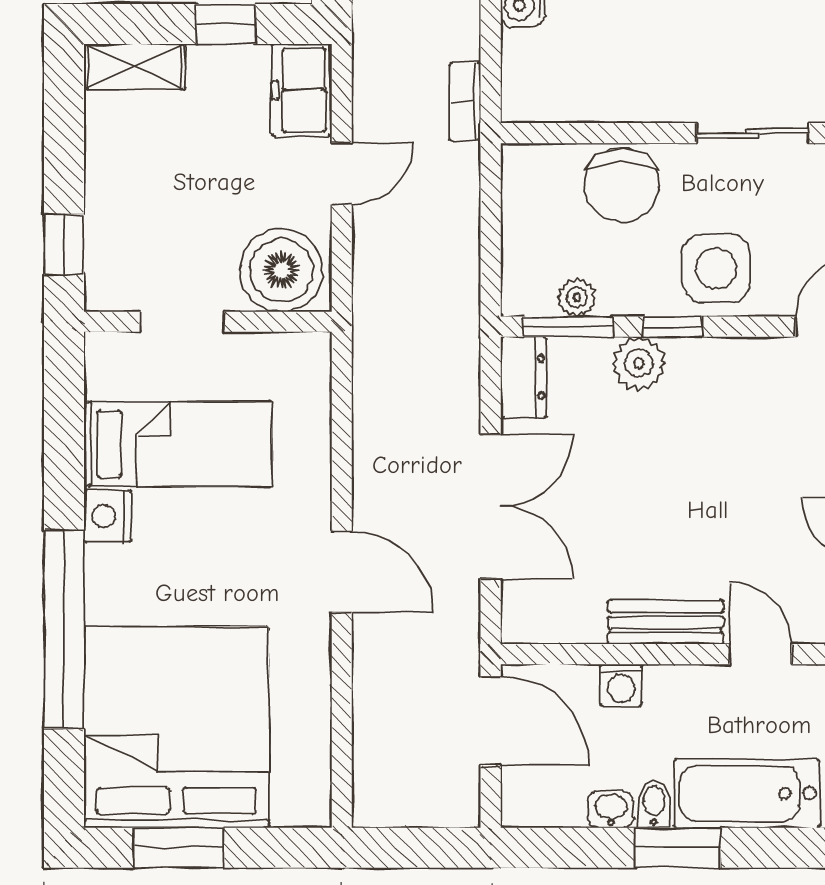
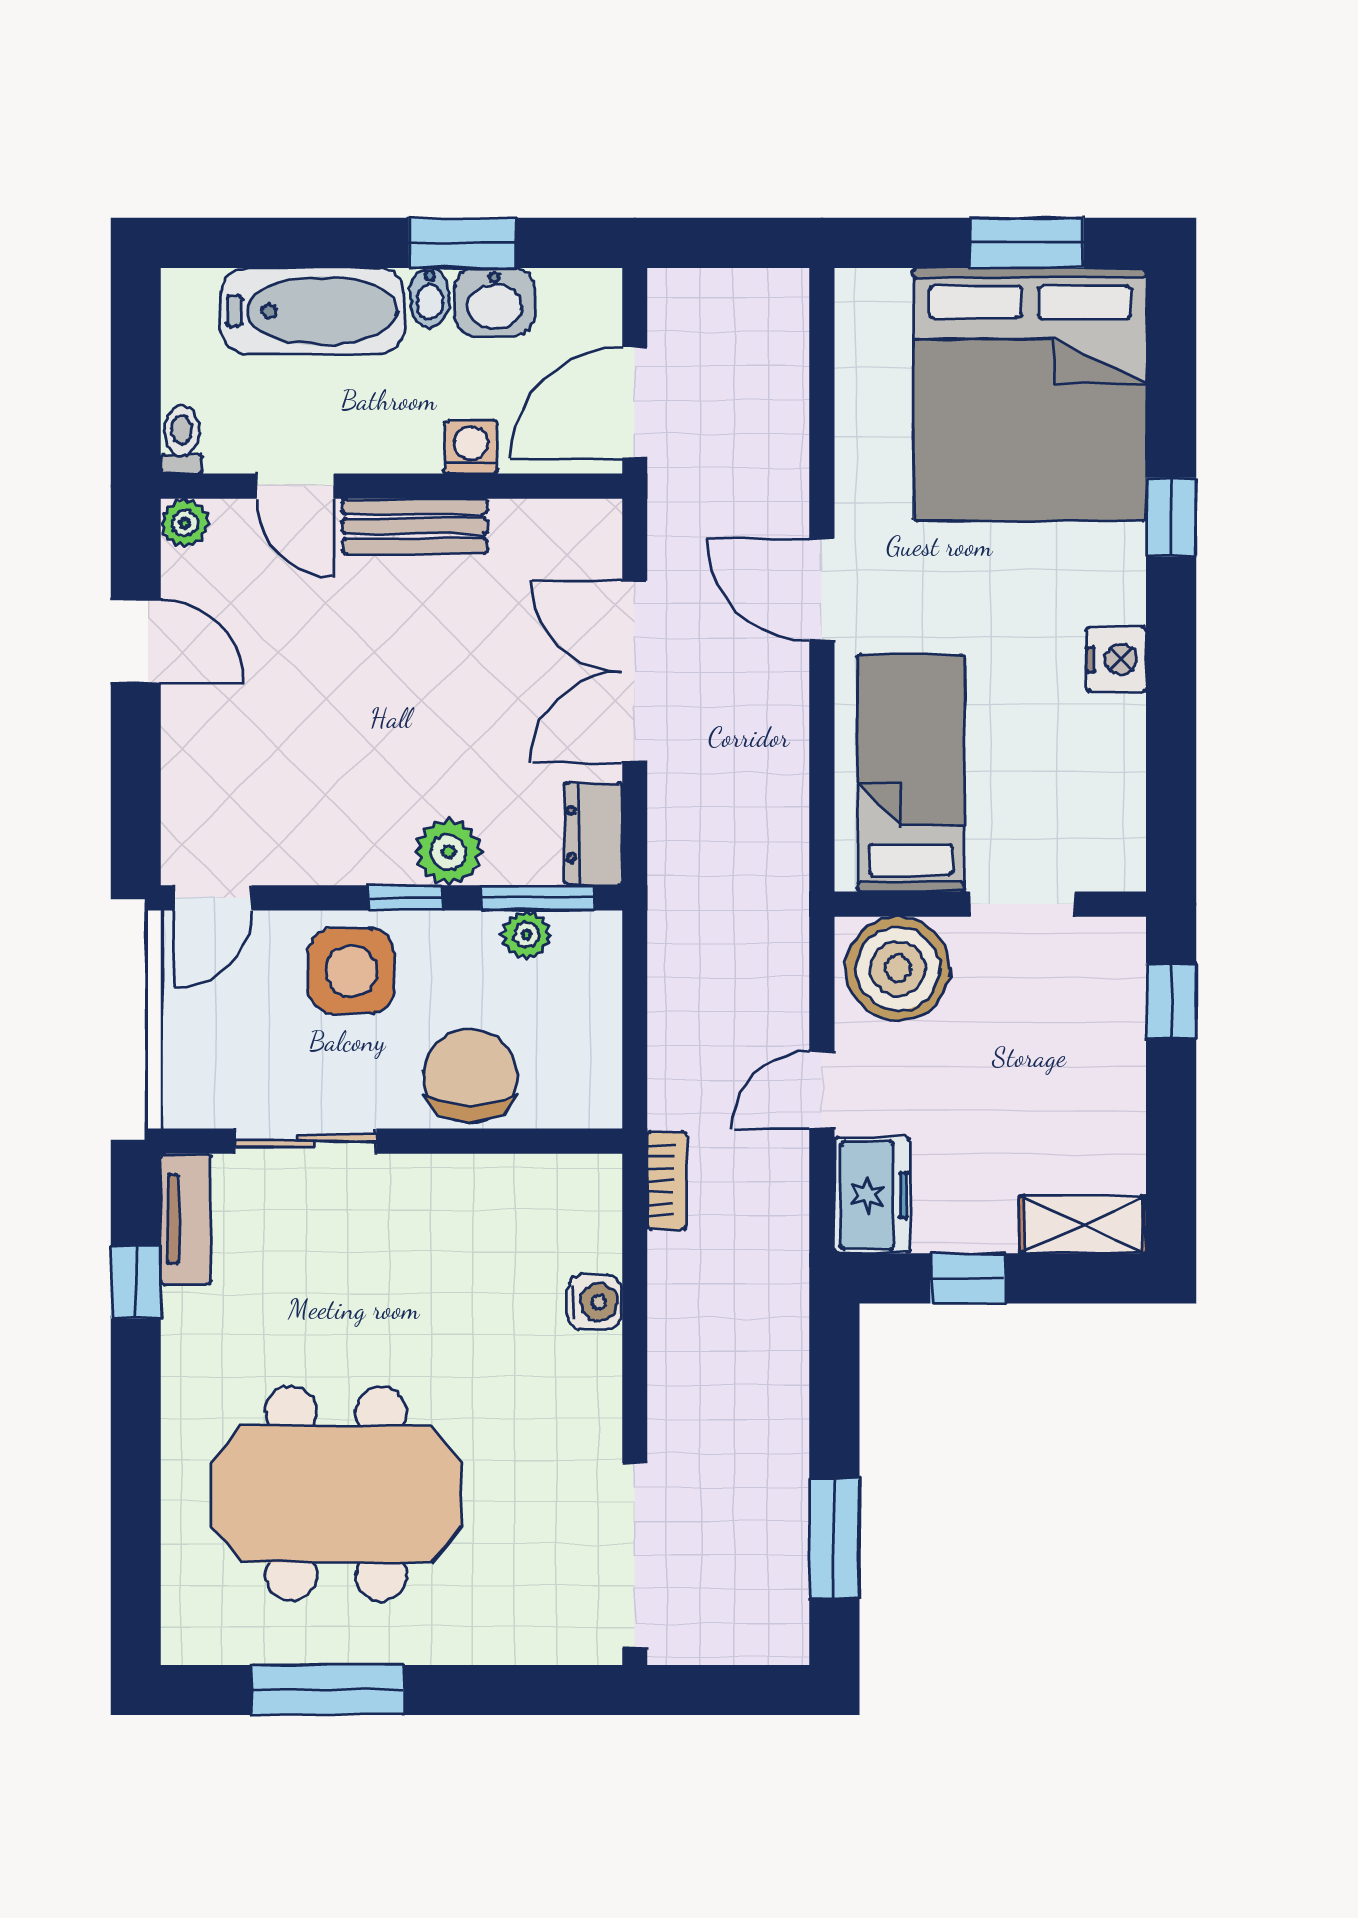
bed: (178, 444) -> (911, 773), moved, turned 90
window: (64, 629) -> (1171, 517), width x0.32
door: (491, 721) -> (635, 403), hinge flipped
washbasin: (611, 809) -> (495, 302), width x1.38, depth x1.45
window: (678, 848) -> (462, 243), moved

